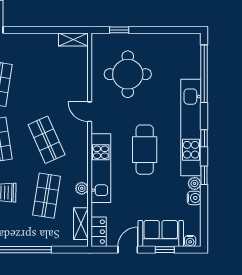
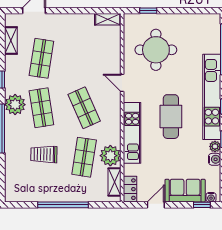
plant: (82, 188) -> (110, 156), width x1.87, depth x1.87
window: (165, 250) -> (202, 205), moved

